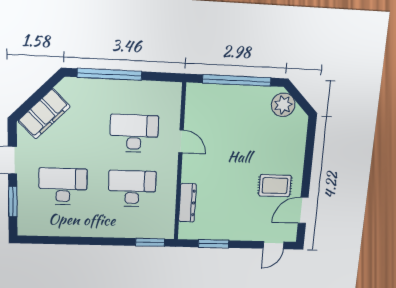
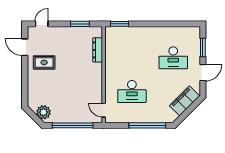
door: (181, 141) -> (104, 110), moved
desk: (132, 189) -> (132, 58), removed
door: (303, 210) -> (25, 47), swing flipped

